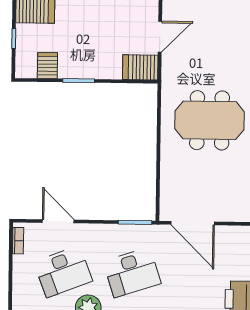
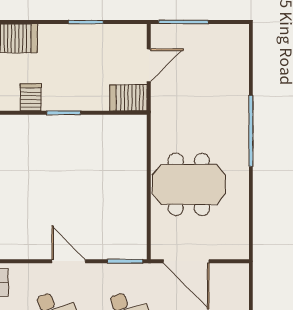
meeting table: (210, 120) -> (189, 184), moved
door: (58, 221) -> (69, 261), moved

